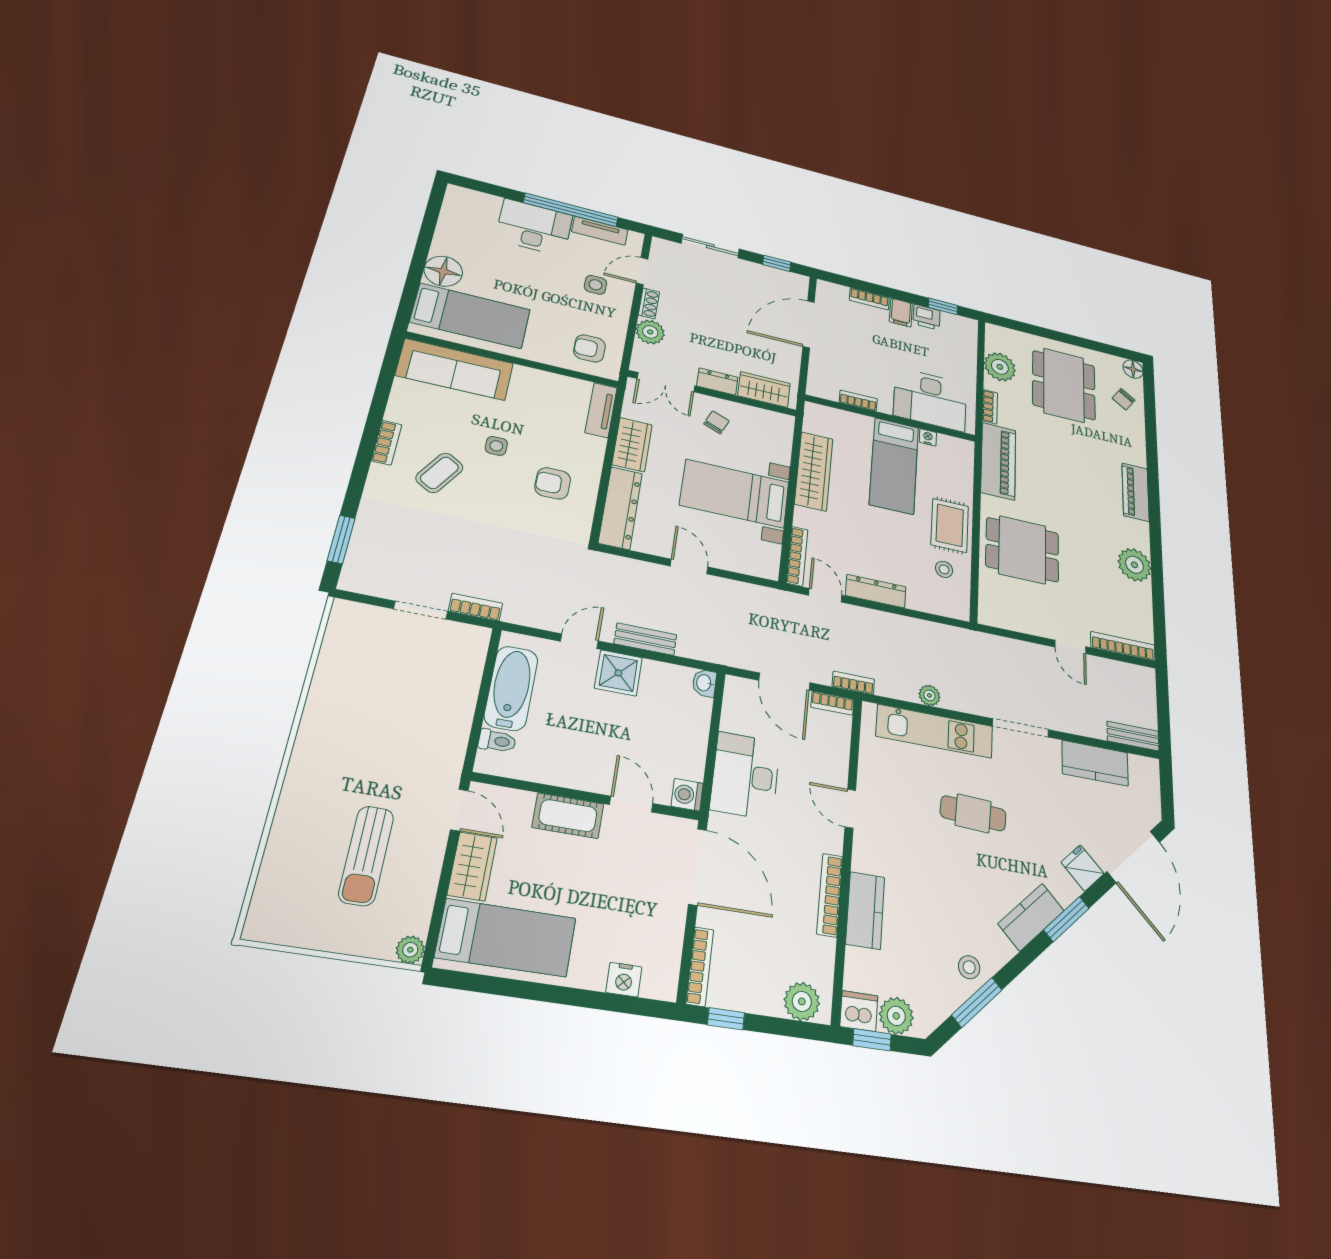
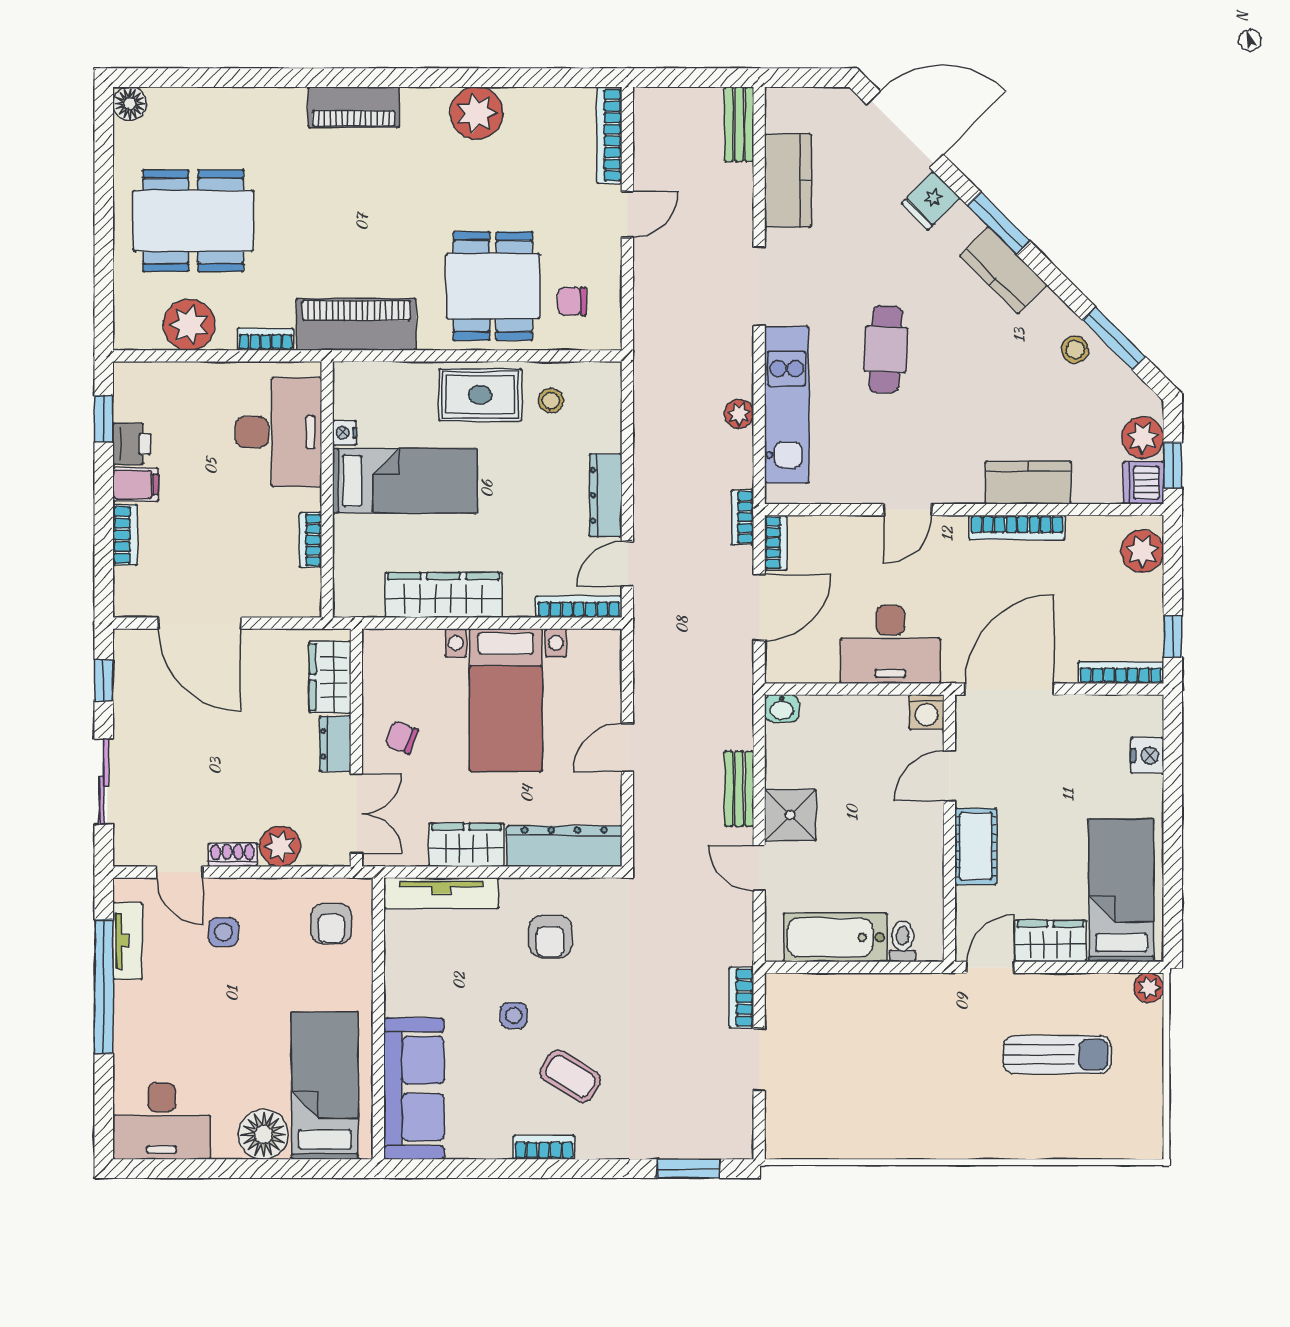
desk: (534, 227) -> (162, 1121), moved, turned -90
chair: (1123, 399) -> (572, 301), moved, turned 145
tv unit: (601, 410) -> (441, 893), width x1.41

